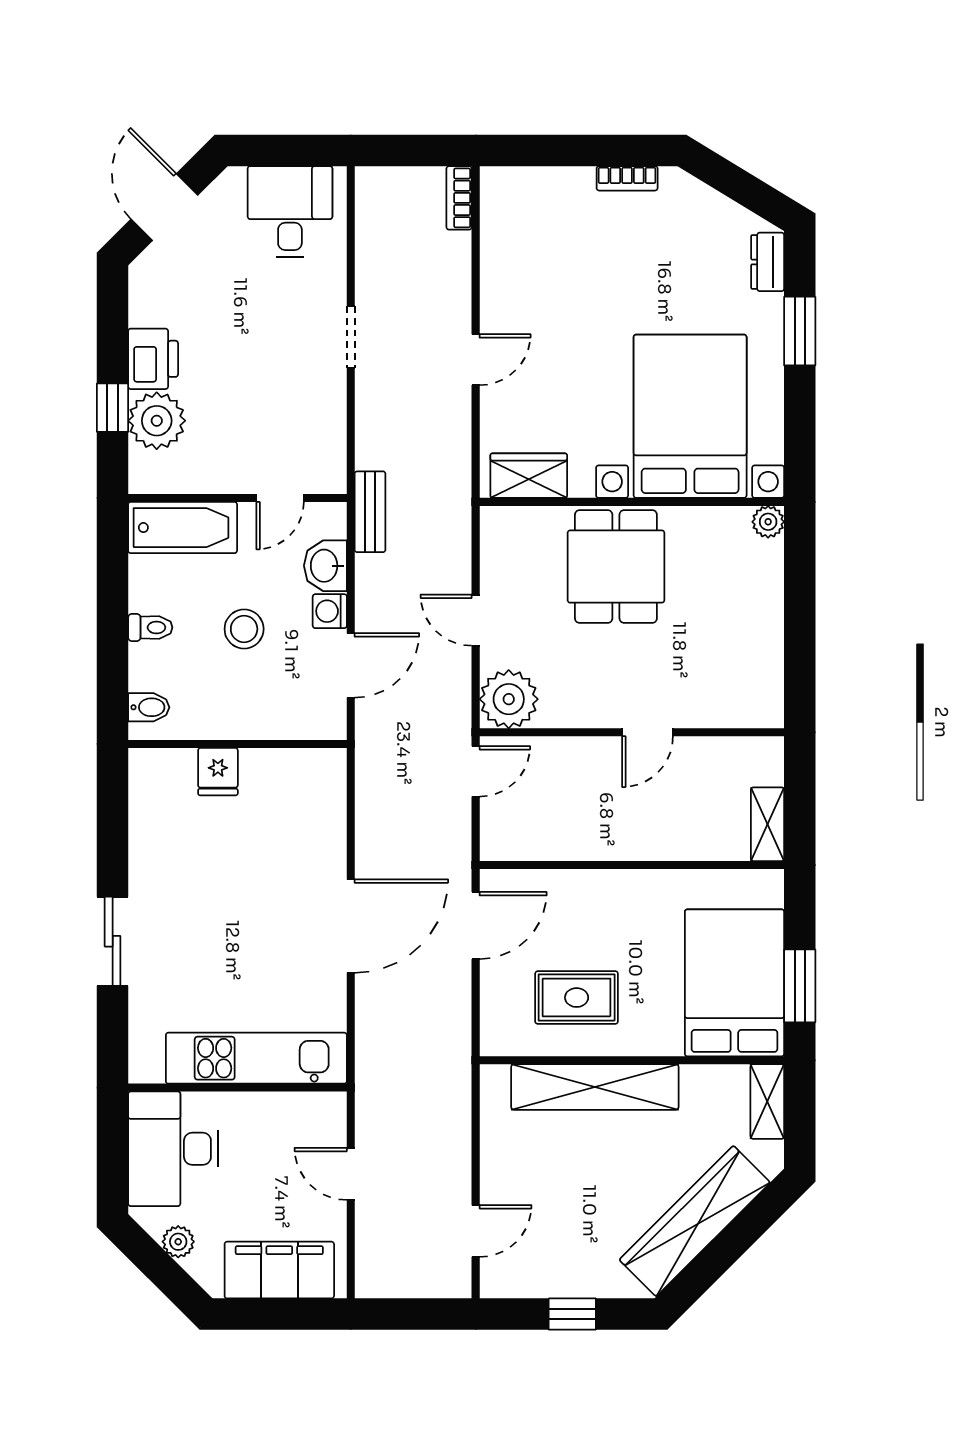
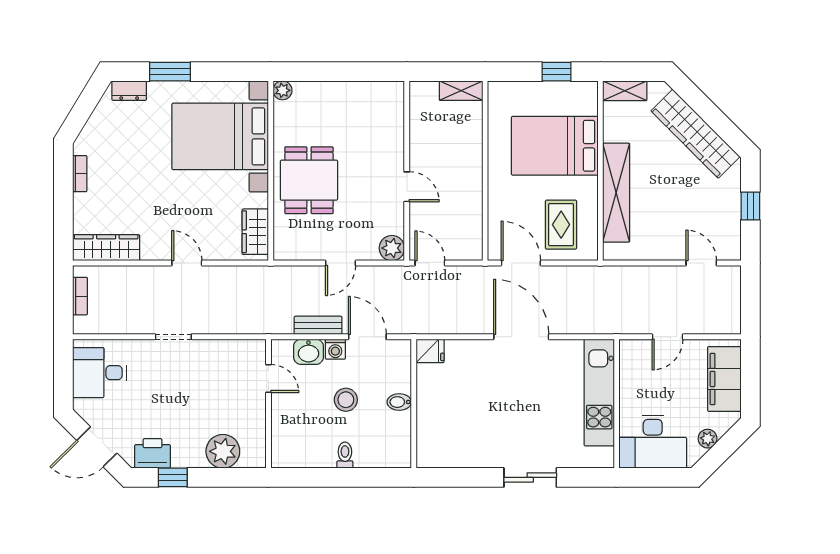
bookcase: (459, 198) -> (80, 296), moved, turned -90
wardrobe: (502, 223) -> (106, 248), added
printer: (153, 359) -> (153, 453), moved
window: (113, 408) -> (173, 477), moved
bench: (370, 512) -> (318, 325), moved
bathtub: (183, 528) -> (286, 436), removed
dining table: (616, 567) -> (309, 180), turned 90
plant: (509, 699) -> (392, 248), width x0.73, depth x0.73
bidet: (149, 707) -> (399, 402), moved, turned -90
door: (648, 732) -> (407, 187), moved
fridge: (218, 772) -> (430, 351), moved
bed: (734, 983) -> (555, 146), moved
window: (800, 986) -> (557, 72), width x0.67
rug: (577, 998) -> (561, 225), moved

